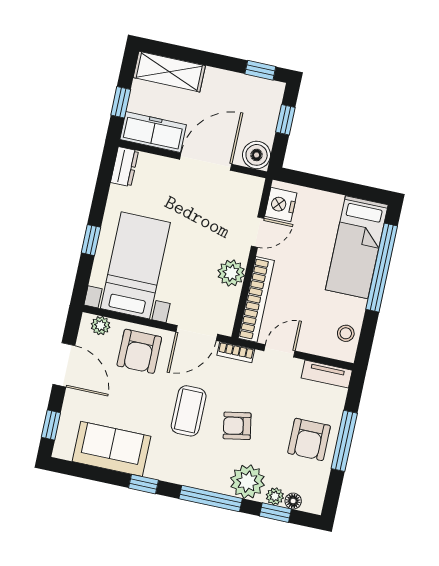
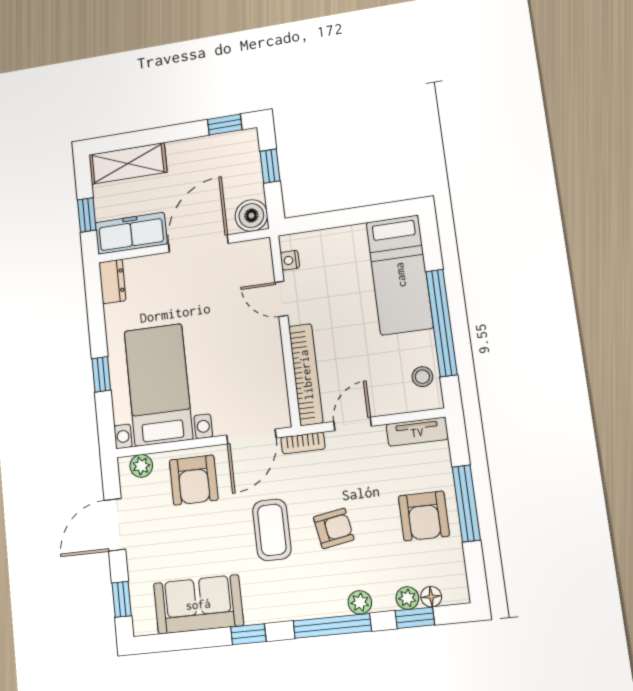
nightstand: (281, 205) -> (290, 260), width x0.53, depth x0.56
door: (258, 232) -> (281, 299), swing flipped
window: (382, 268) -> (442, 323), moved
plant: (231, 273) -> (267, 355), removed
door: (64, 365) -> (115, 525), swing flipped
armchair: (237, 426) -> (334, 528), turned 180
plant: (247, 482) -> (360, 602), width x0.53, depth x0.53

